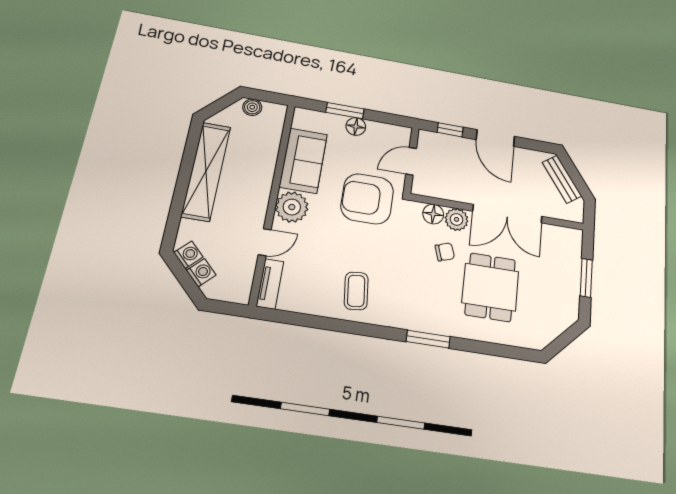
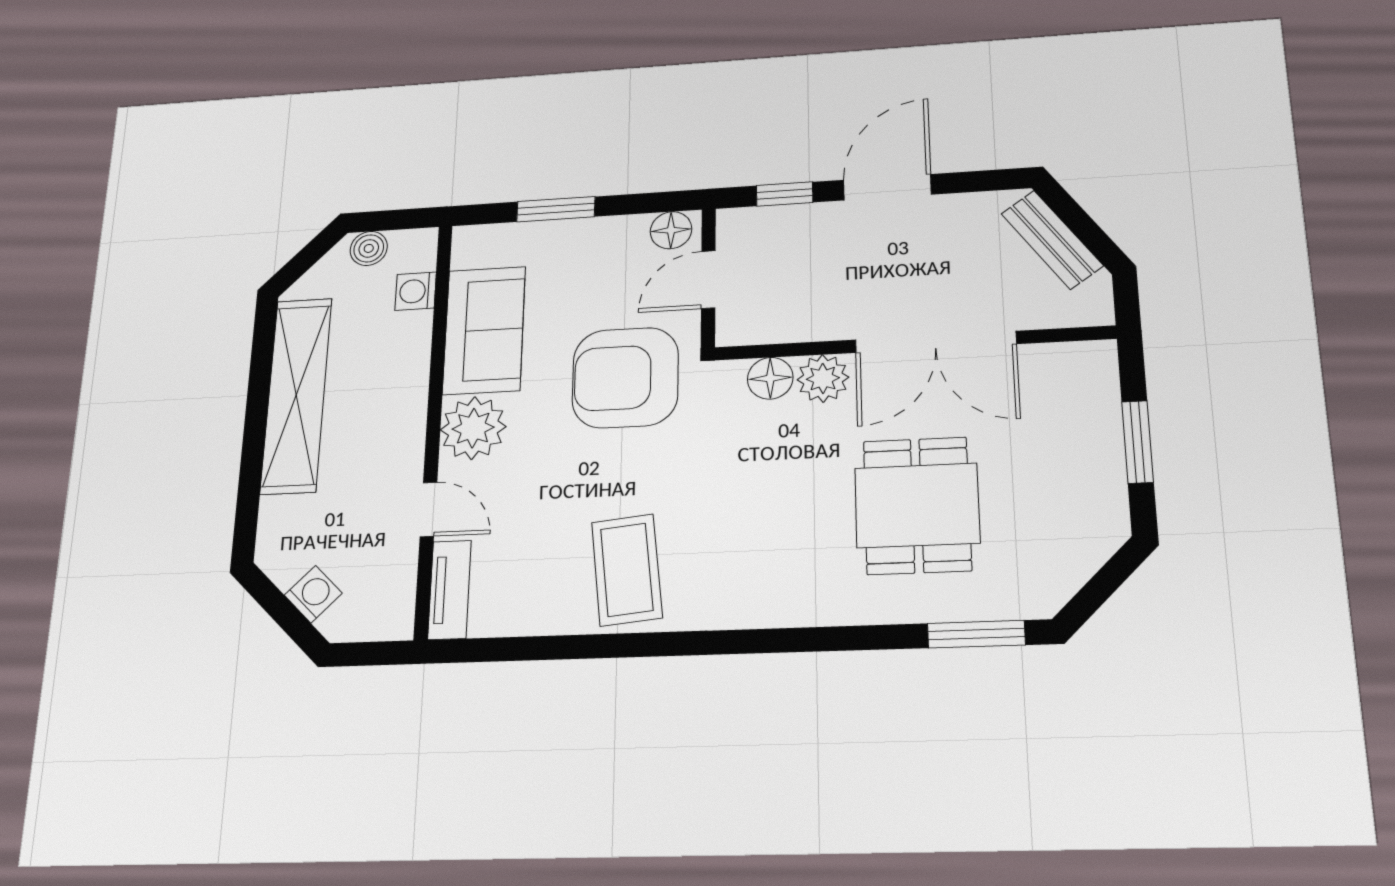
floor lamp: (356, 126) -> (671, 230), moved
door: (495, 138) -> (887, 187), swing flipped
door: (265, 242) -> (428, 509), hinge flipped
chair: (445, 252) -> (806, 452), removed
washing machine: (188, 255) -> (416, 291), moved, turned -135
coffee table: (356, 291) -> (627, 570), width x1.36, depth x1.30
window: (428, 339) -> (976, 634), moved

